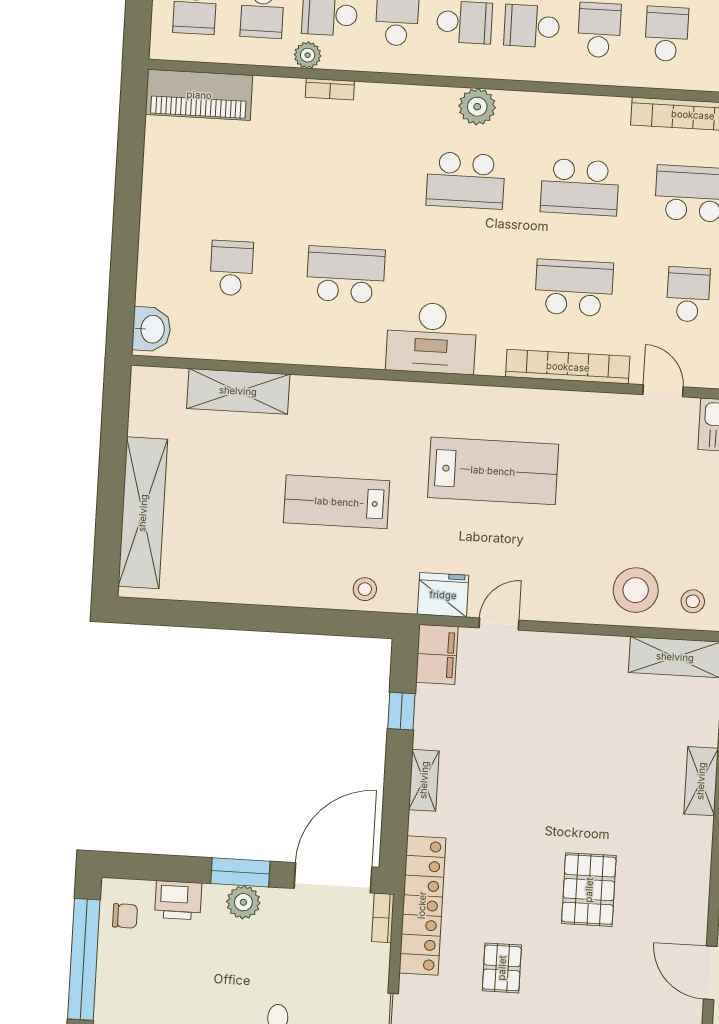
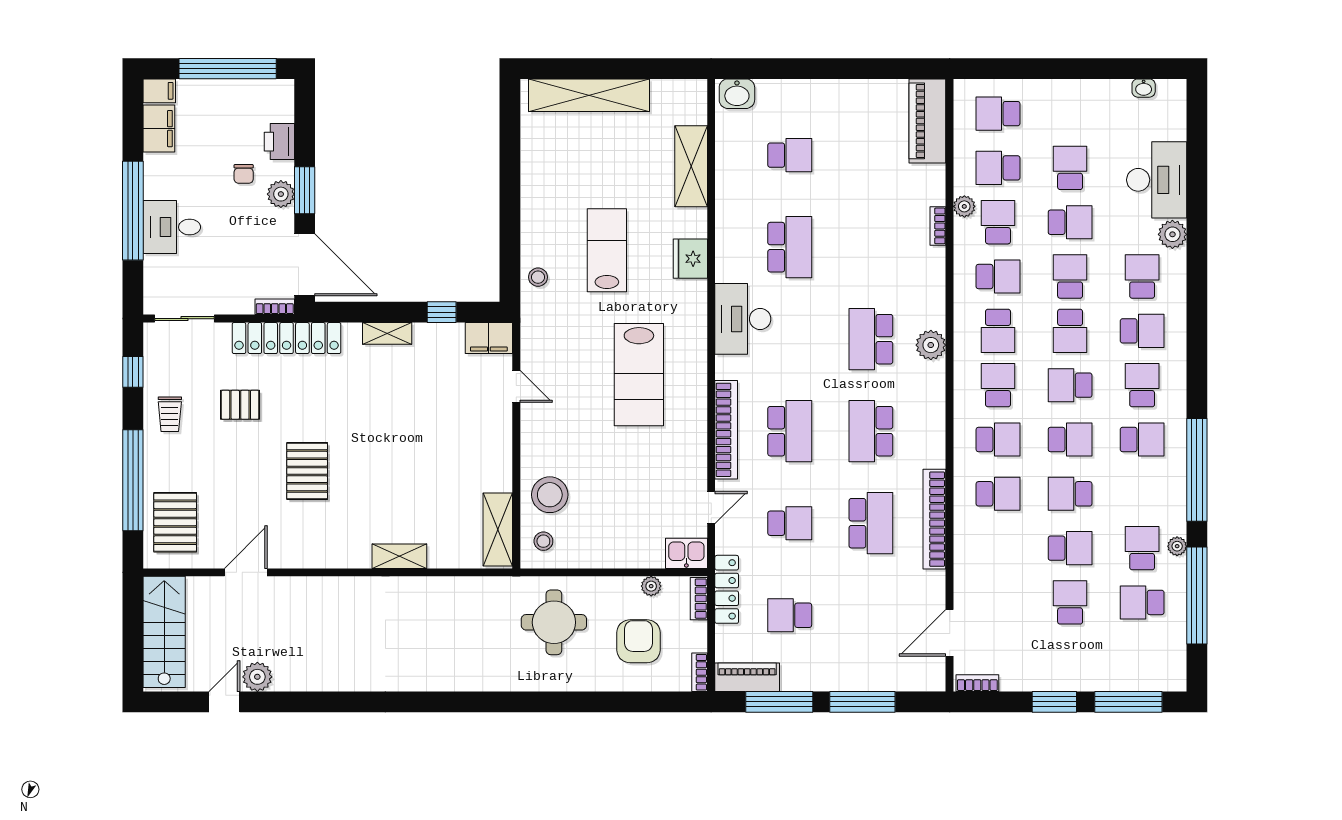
fridge: (443, 595) -> (690, 259), moved, turned 180
pallet: (589, 890) -> (307, 471), turned 90
chair: (125, 916) -> (244, 174), moved

